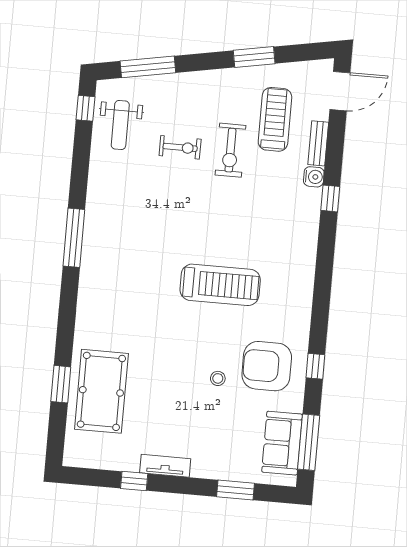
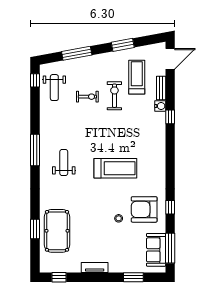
window: (148, 67) -> (77, 53), moved
exercise bike: (230, 150) -> (114, 96), turned 180
weight bench: (125, 266) -> (64, 162), added
window: (134, 481) -> (59, 277), moved

